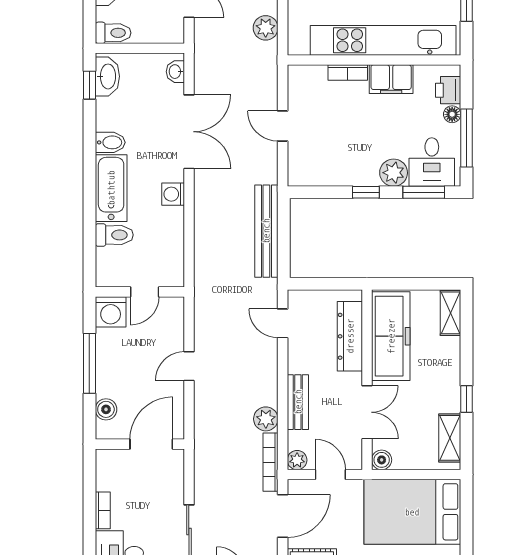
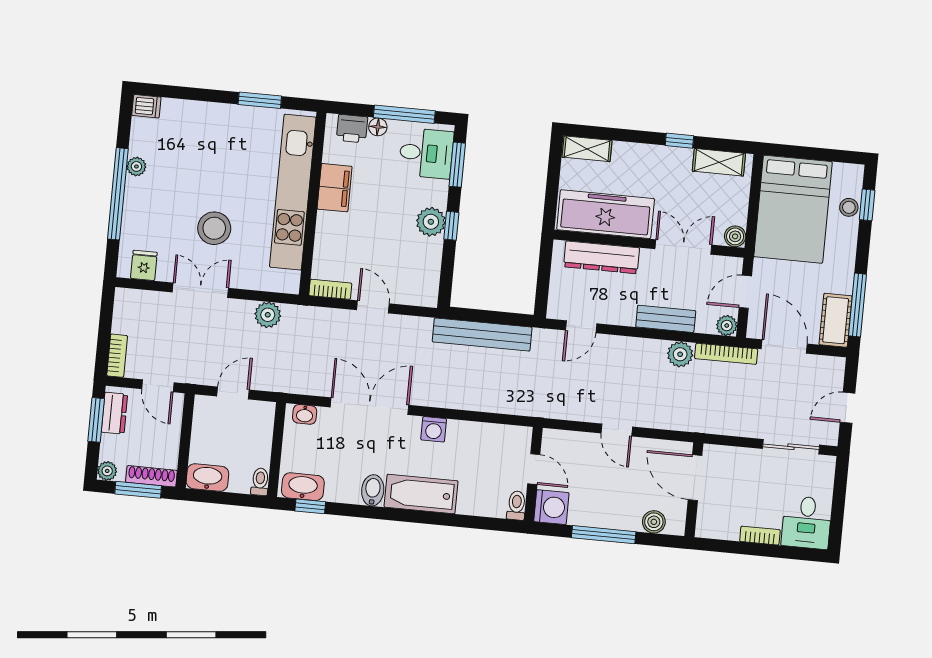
toilet: (113, 33) -> (260, 482), width x0.73, depth x0.72
bookcase: (348, 73) -> (330, 289), moved, turned -90
door: (283, 126) -> (373, 307), swing flipped
plant: (394, 173) -> (431, 222), moved
toilet: (114, 235) -> (516, 505), moved, width x0.73, depth x0.72

